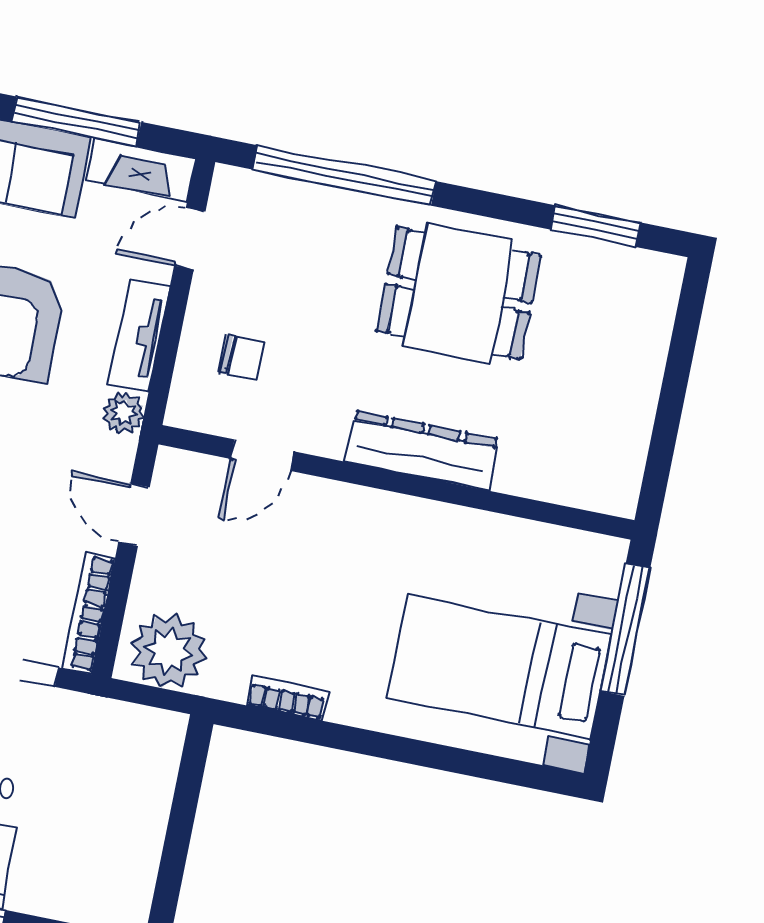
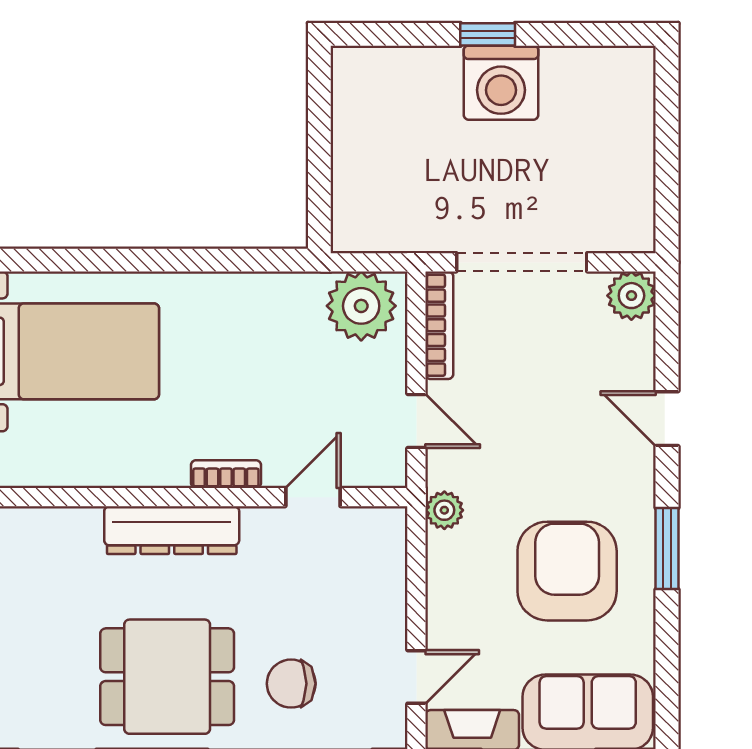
tv unit: (139, 335) -> (444, 582), removed
chair: (242, 358) -> (291, 684), moved, width x1.37, depth x1.37
bookcase: (287, 698) -> (226, 474), moved, turned 180

